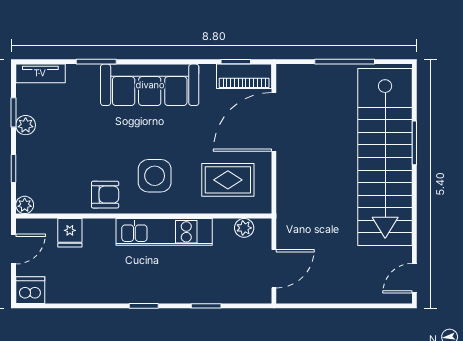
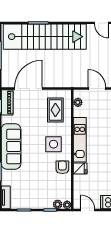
door: (274, 122) -> (28, 88), swing flipped
plant: (26, 125) -> (58, 204), moved
fridge: (70, 233) -> (80, 169), moved

